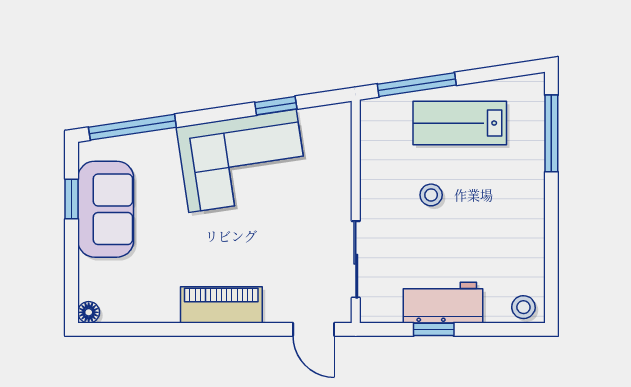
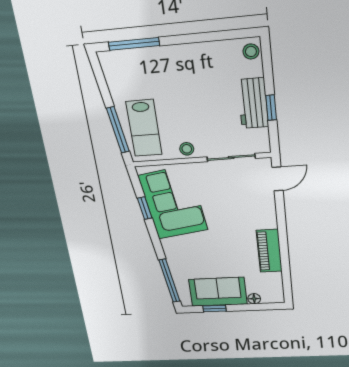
lab bench: (460, 123) -> (144, 128), moved
corner sofa: (242, 161) -> (173, 203), moved
stool: (431, 195) -> (187, 149), moved
piano: (221, 305) -> (269, 251), moved
floor lamp: (89, 312) -> (254, 299), moved

